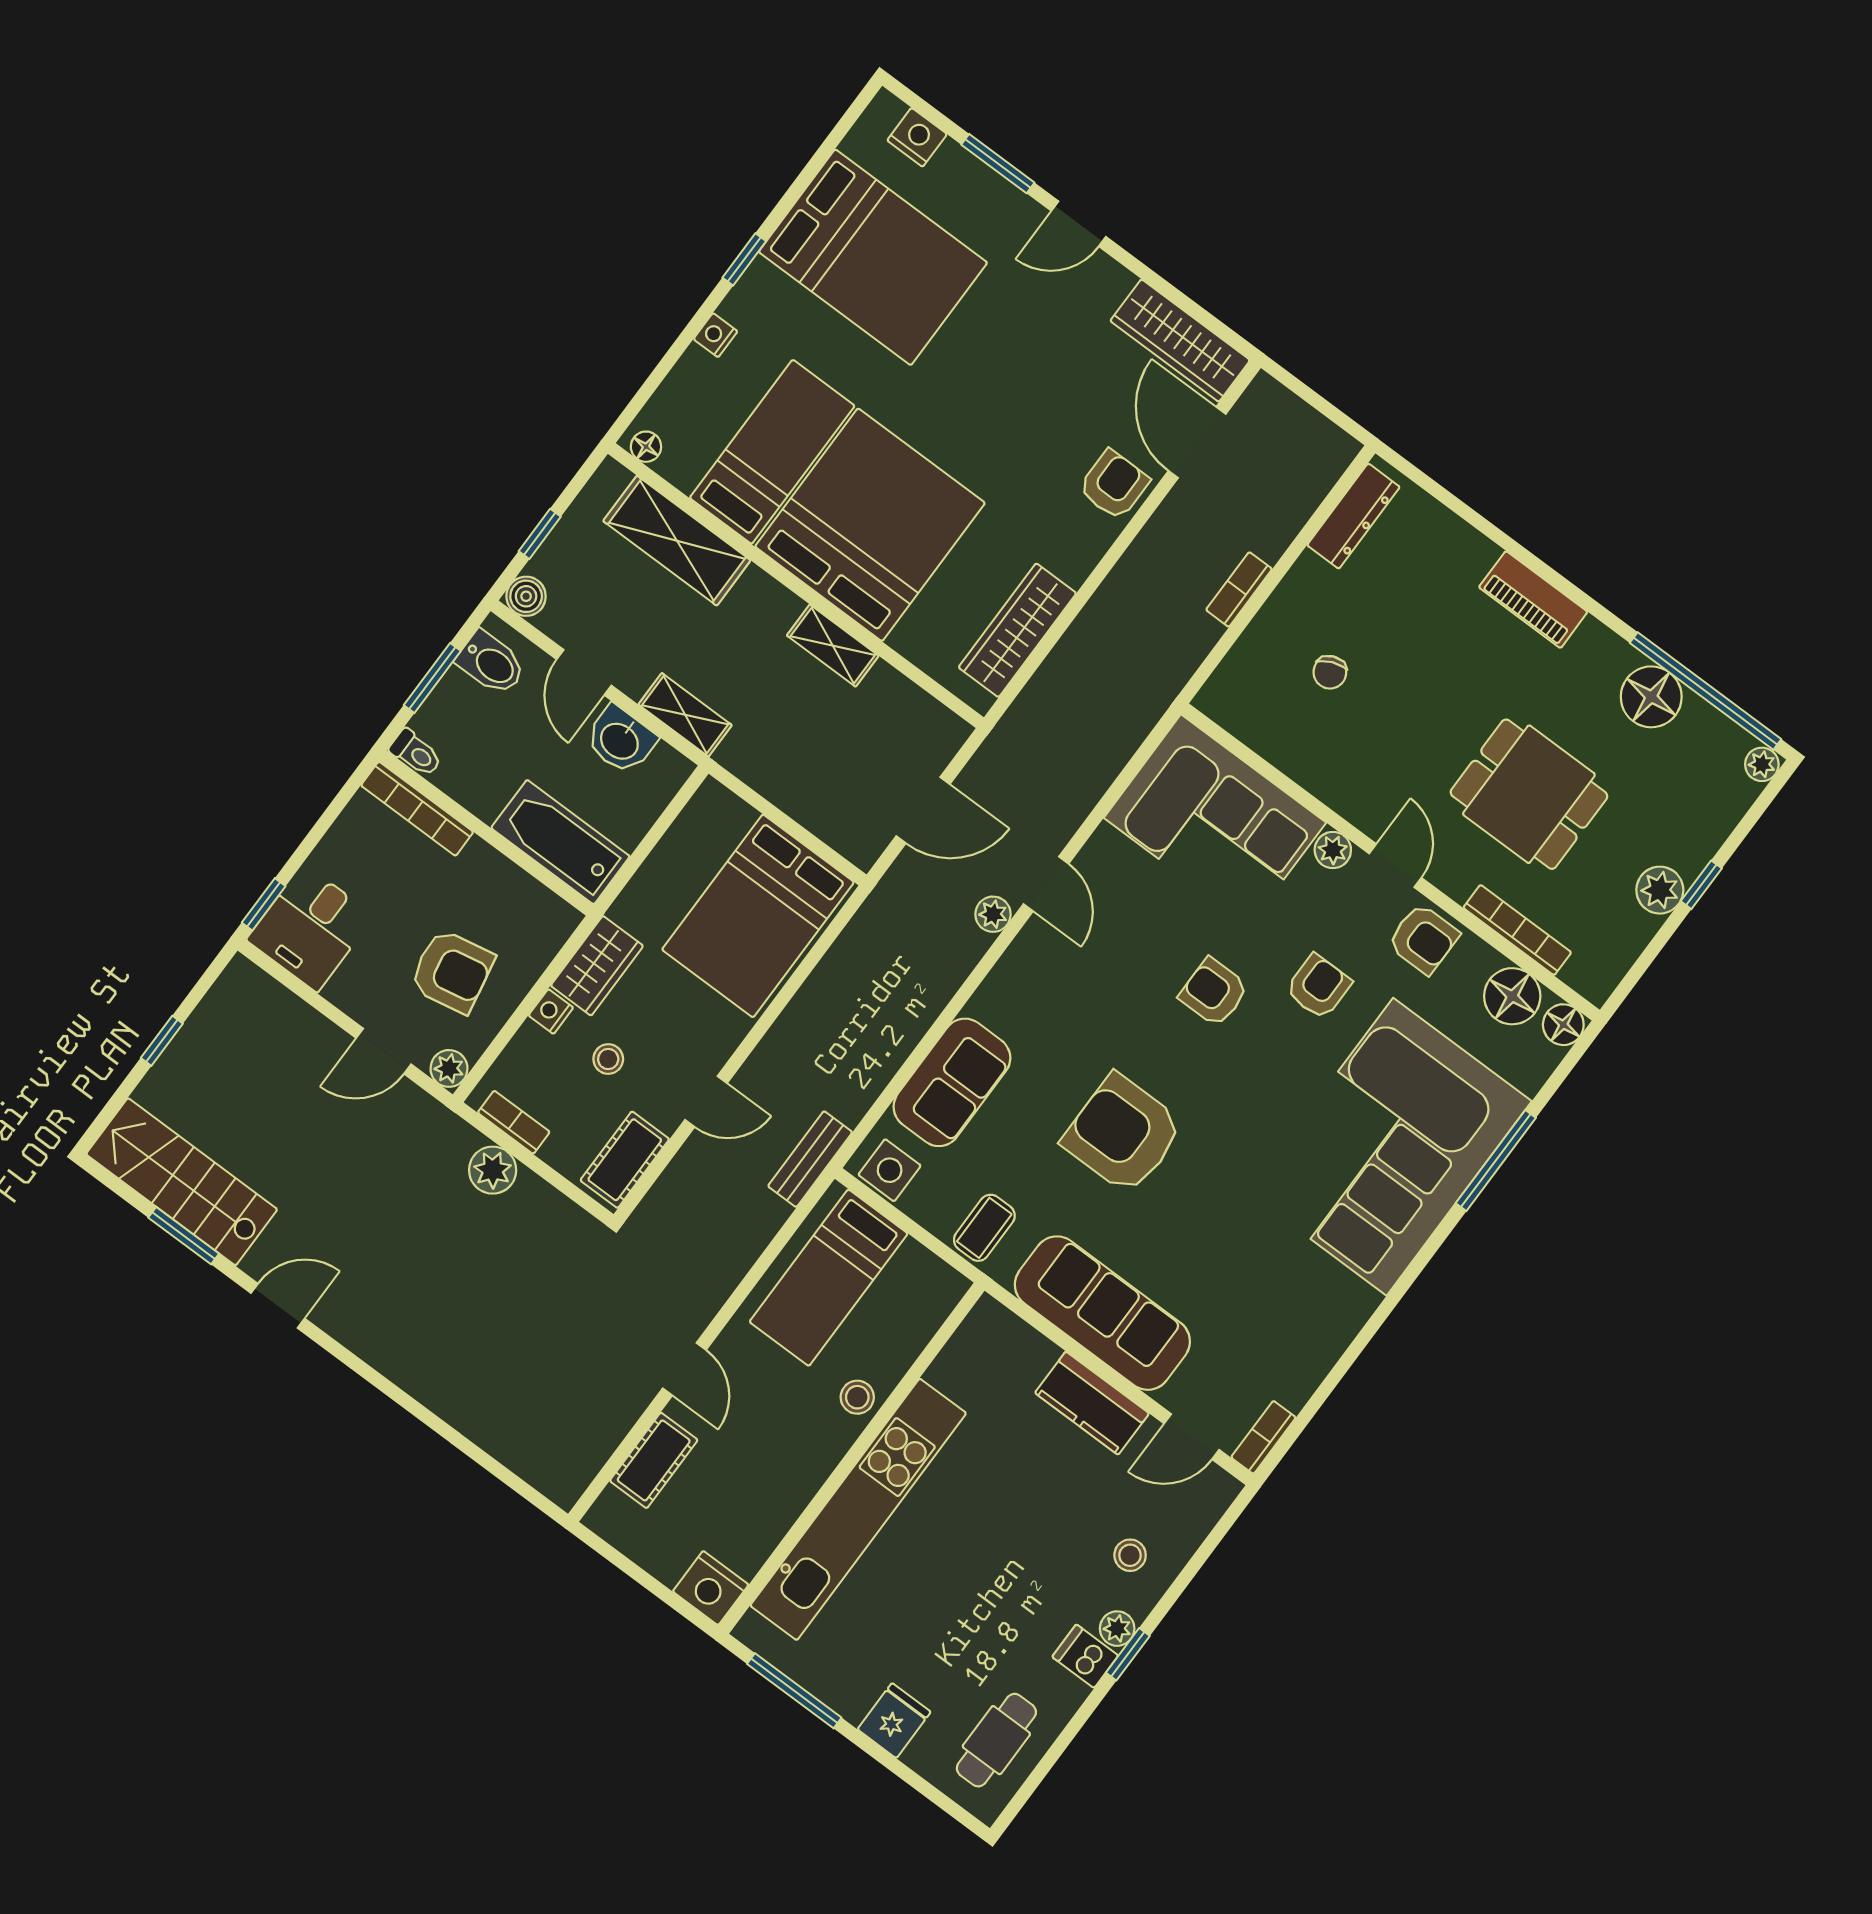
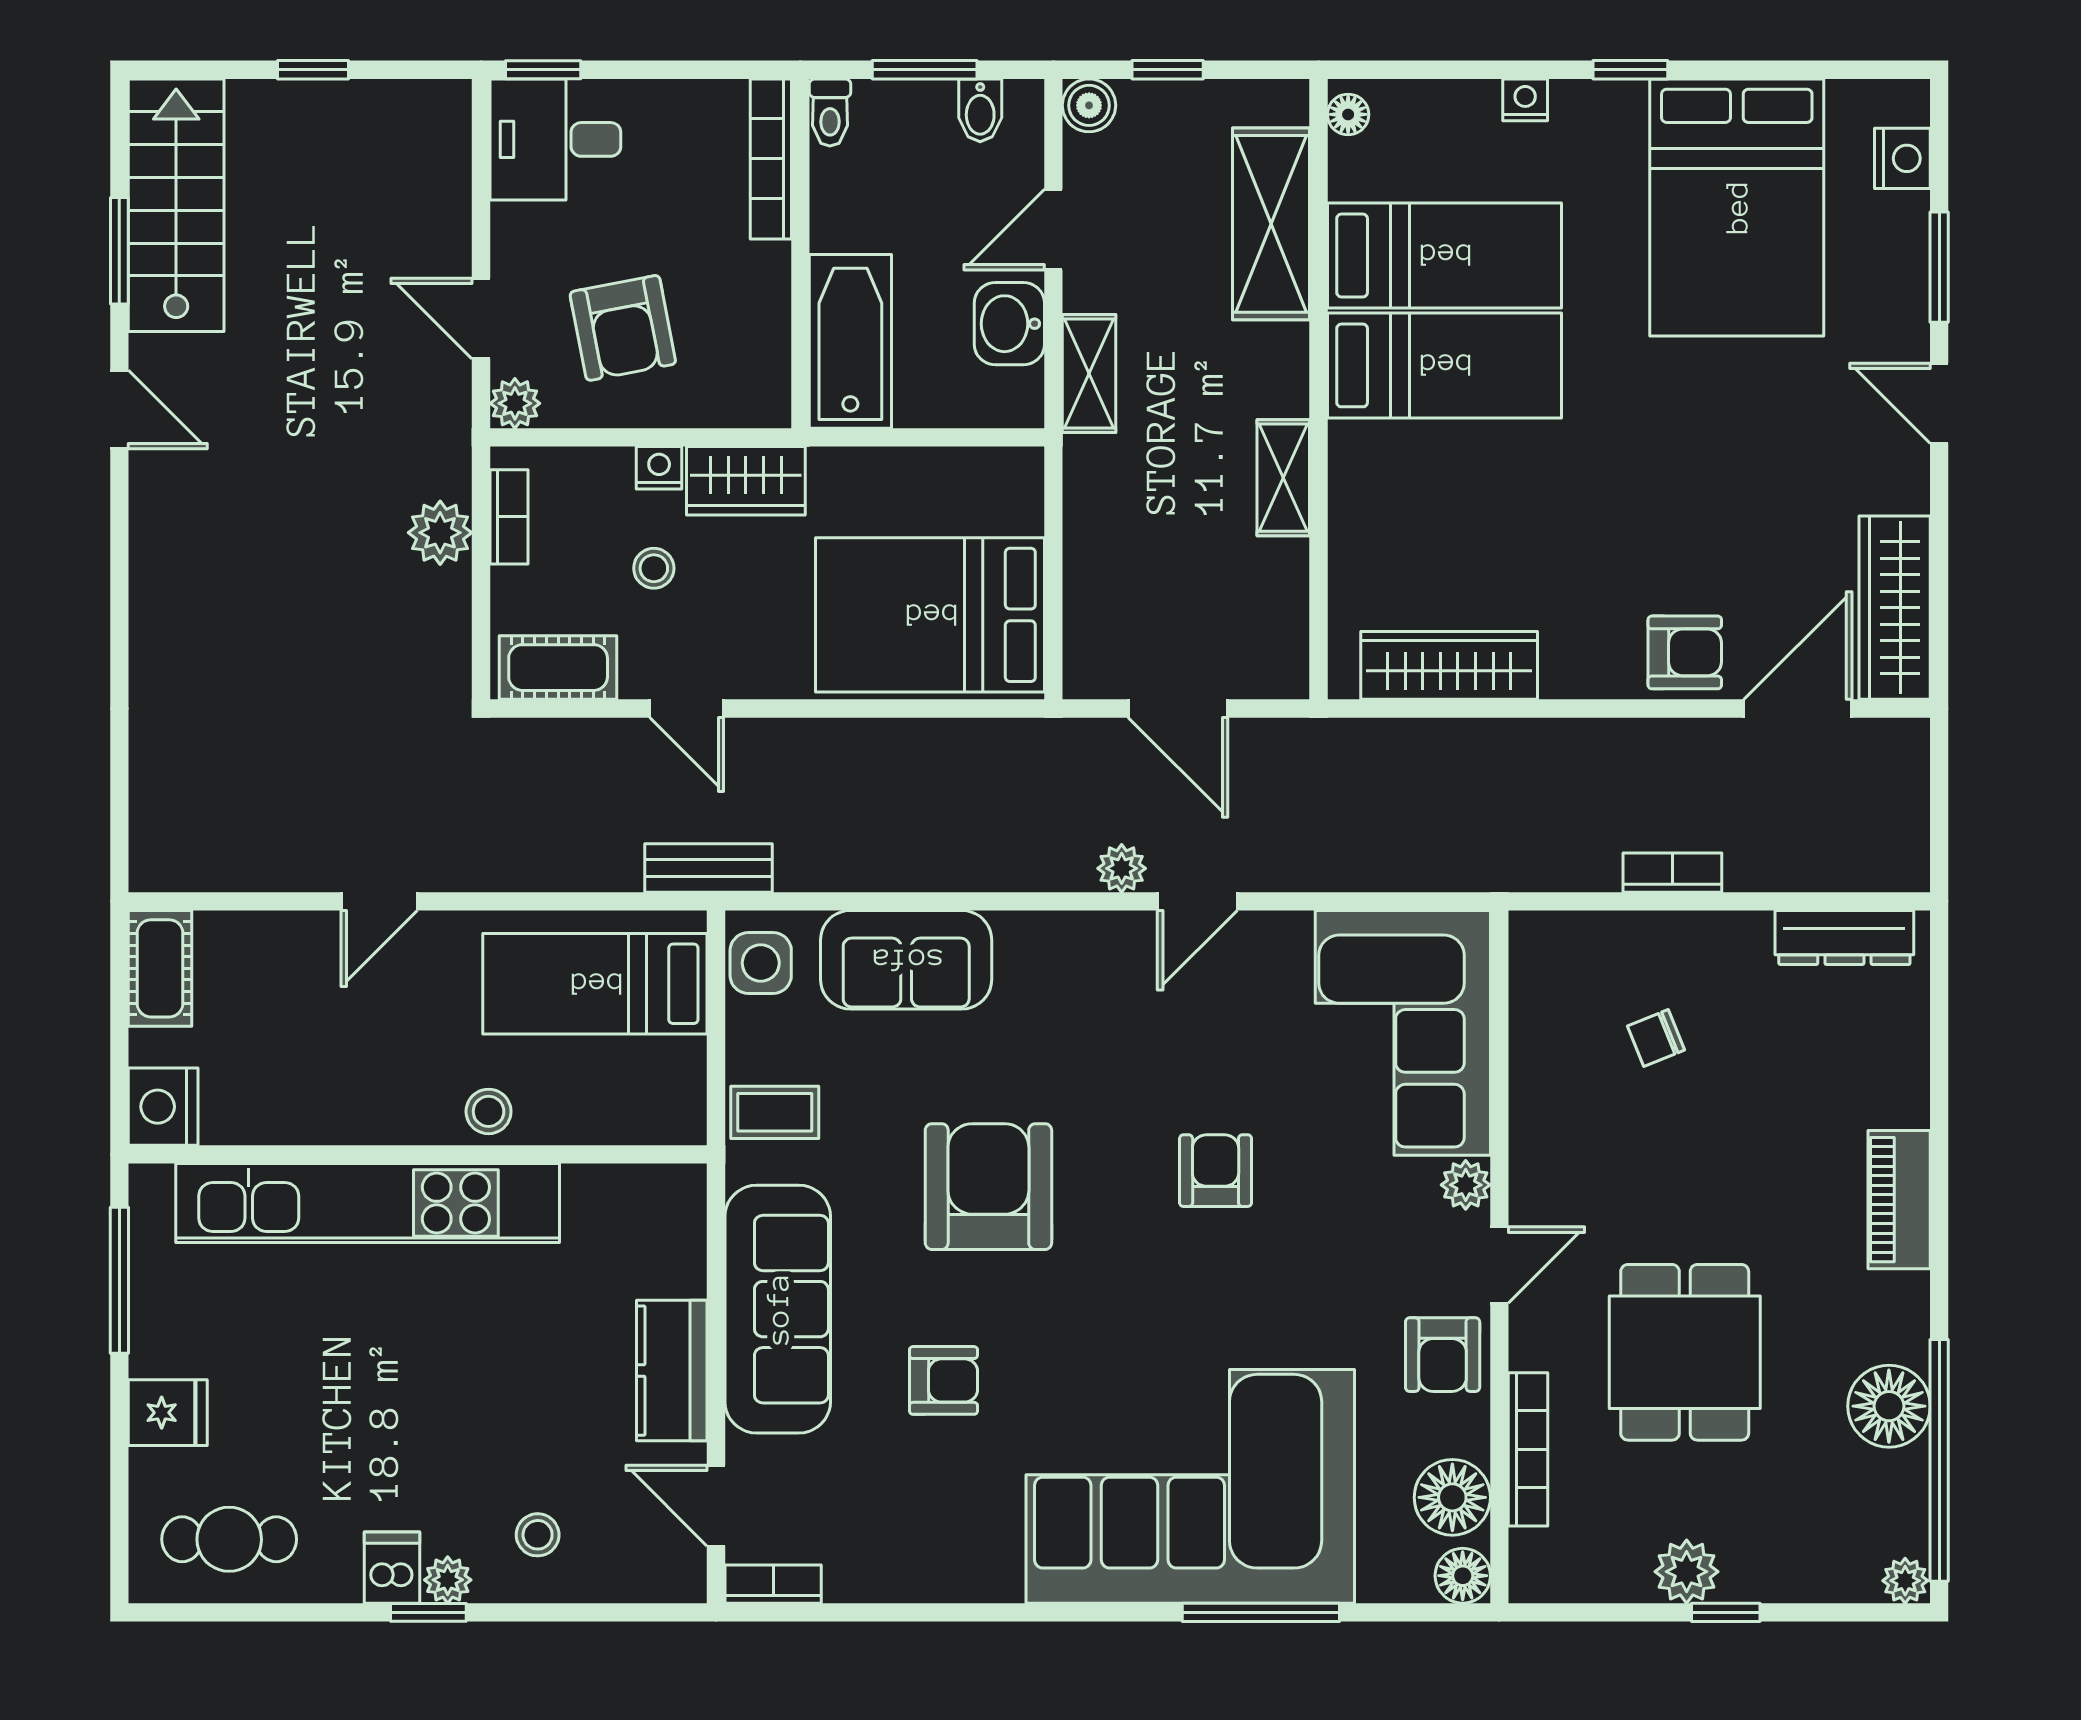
bed: (870, 525) -> (1444, 365), width x0.49
bidet: (491, 663) -> (980, 110), width x0.72, depth x0.74
armchair: (1318, 987) -> (943, 1380), moved
cot: (654, 1460) -> (160, 968), moved, turned 90

